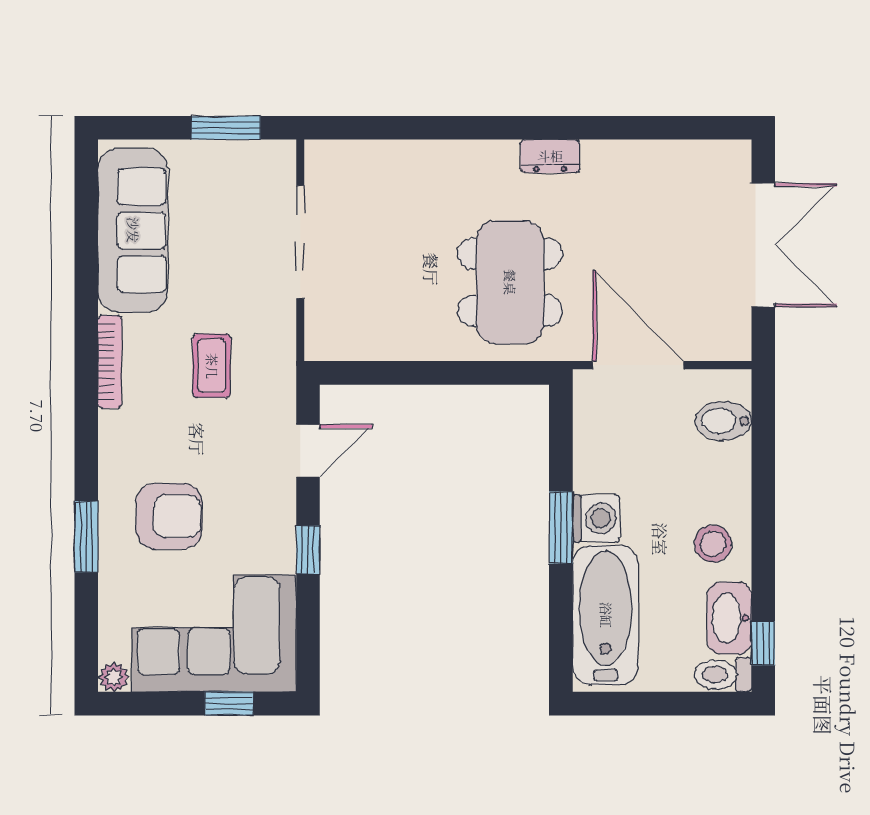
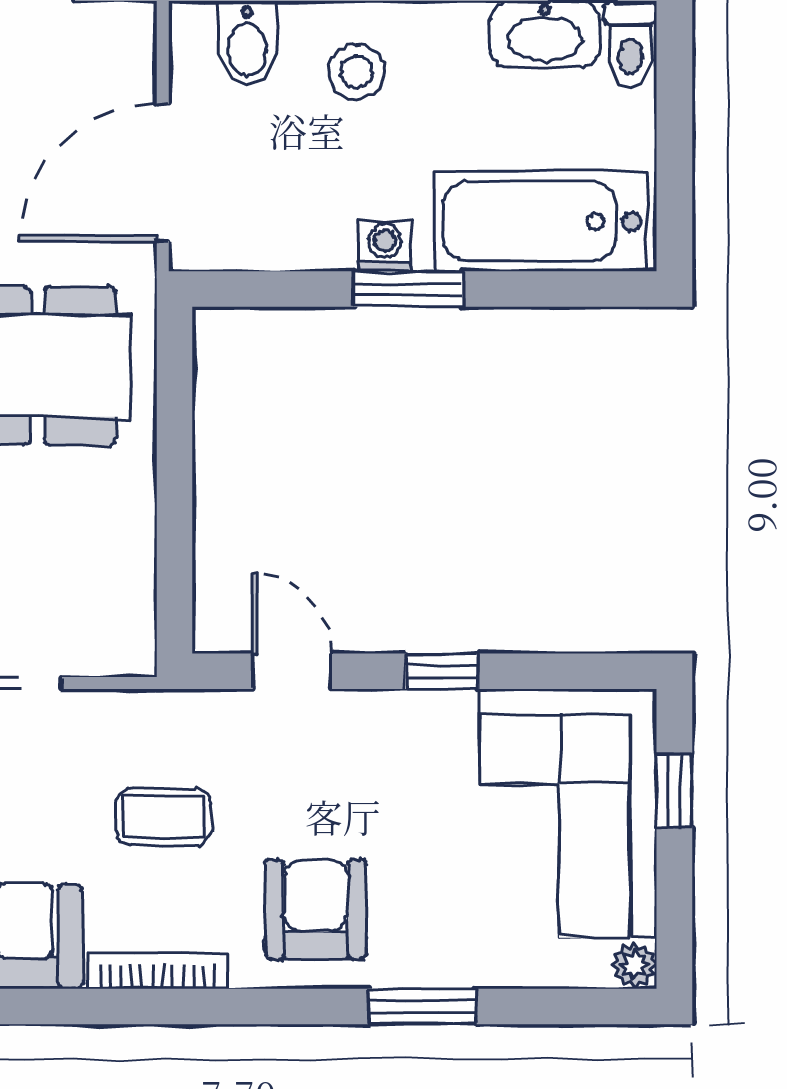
armchair: (169, 516) -> (316, 909), moved
washing machine: (596, 518) -> (385, 246), width x0.73, depth x0.73
stool: (713, 544) -> (356, 72), moved

